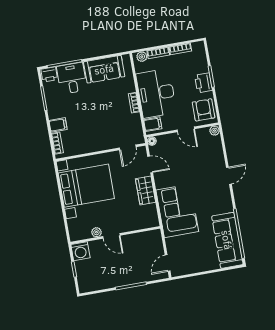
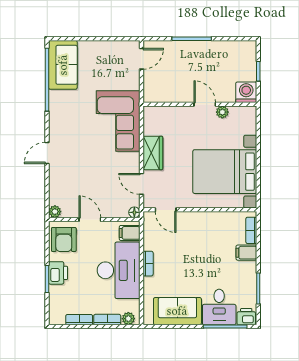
door: (128, 147) -> (166, 210), swing flipped
sofa: (227, 240) -> (63, 65), width x0.73

